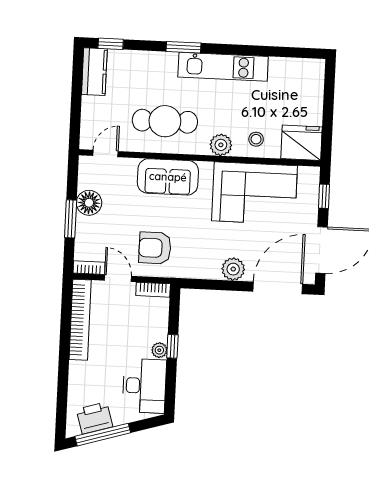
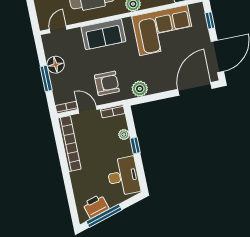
armchair: (155, 248) -> (107, 83), turned 180
plant: (233, 269) -> (140, 89), moved
plant: (159, 350) -> (124, 134), moved

